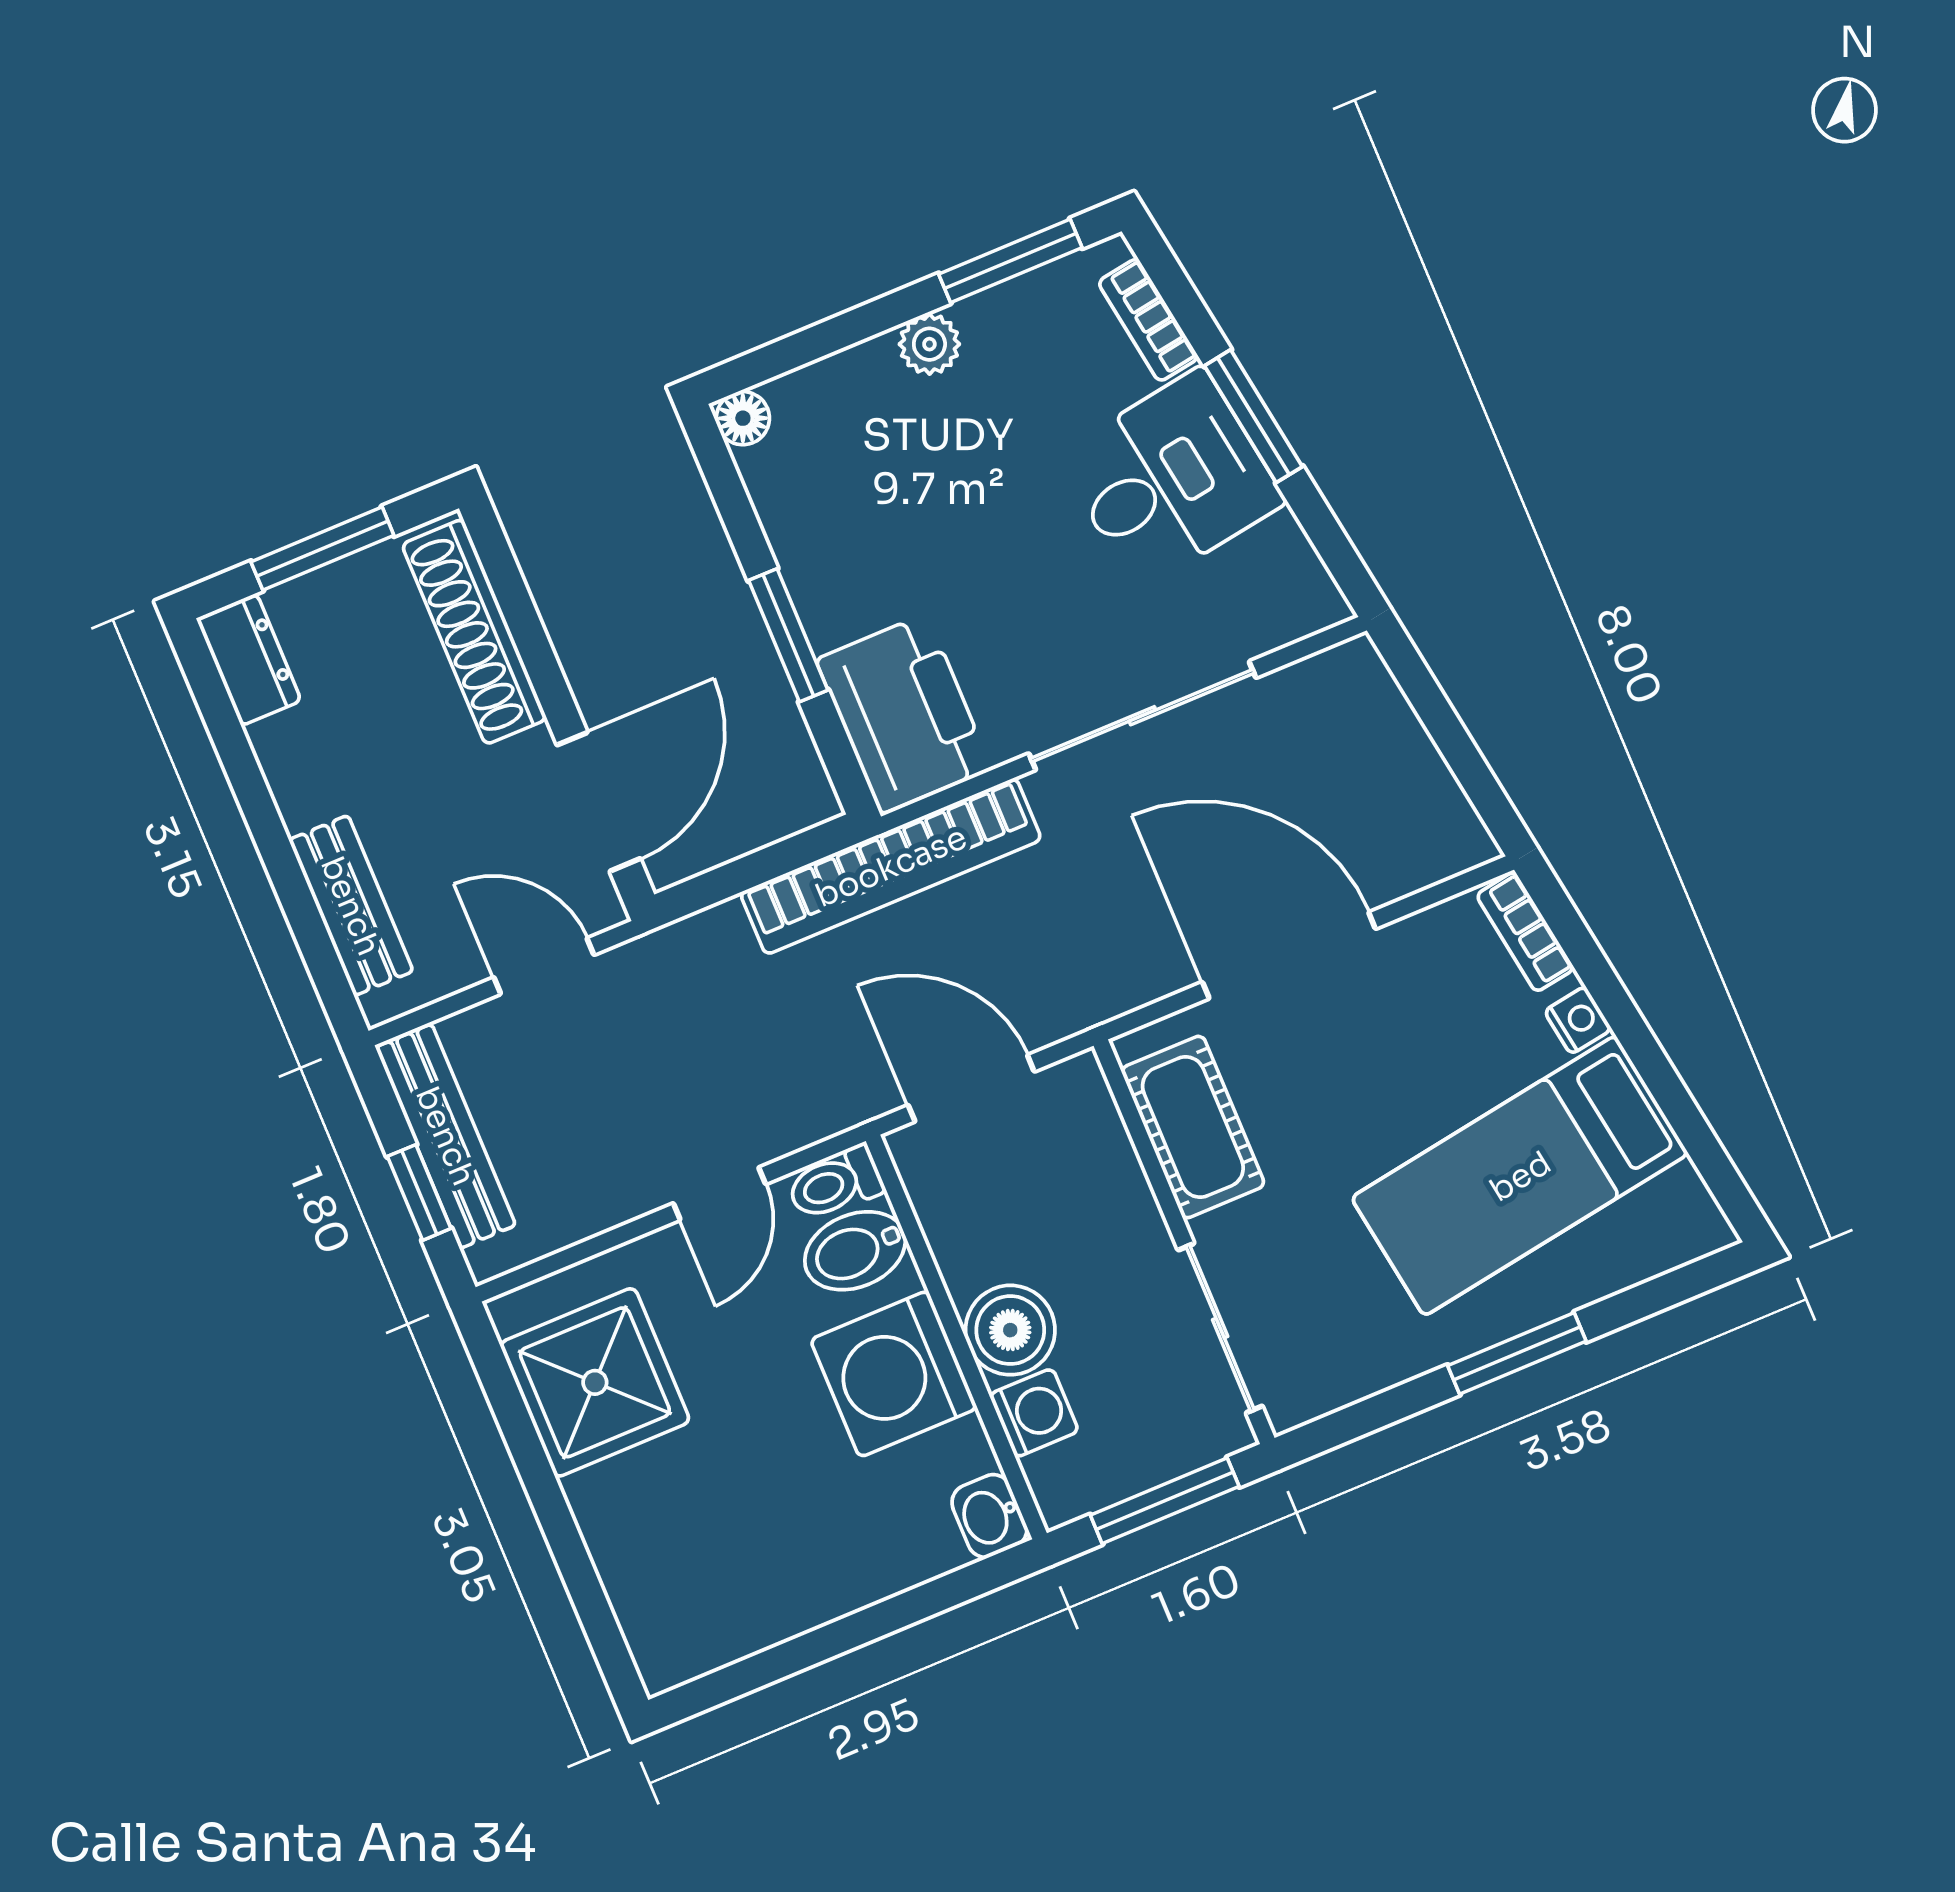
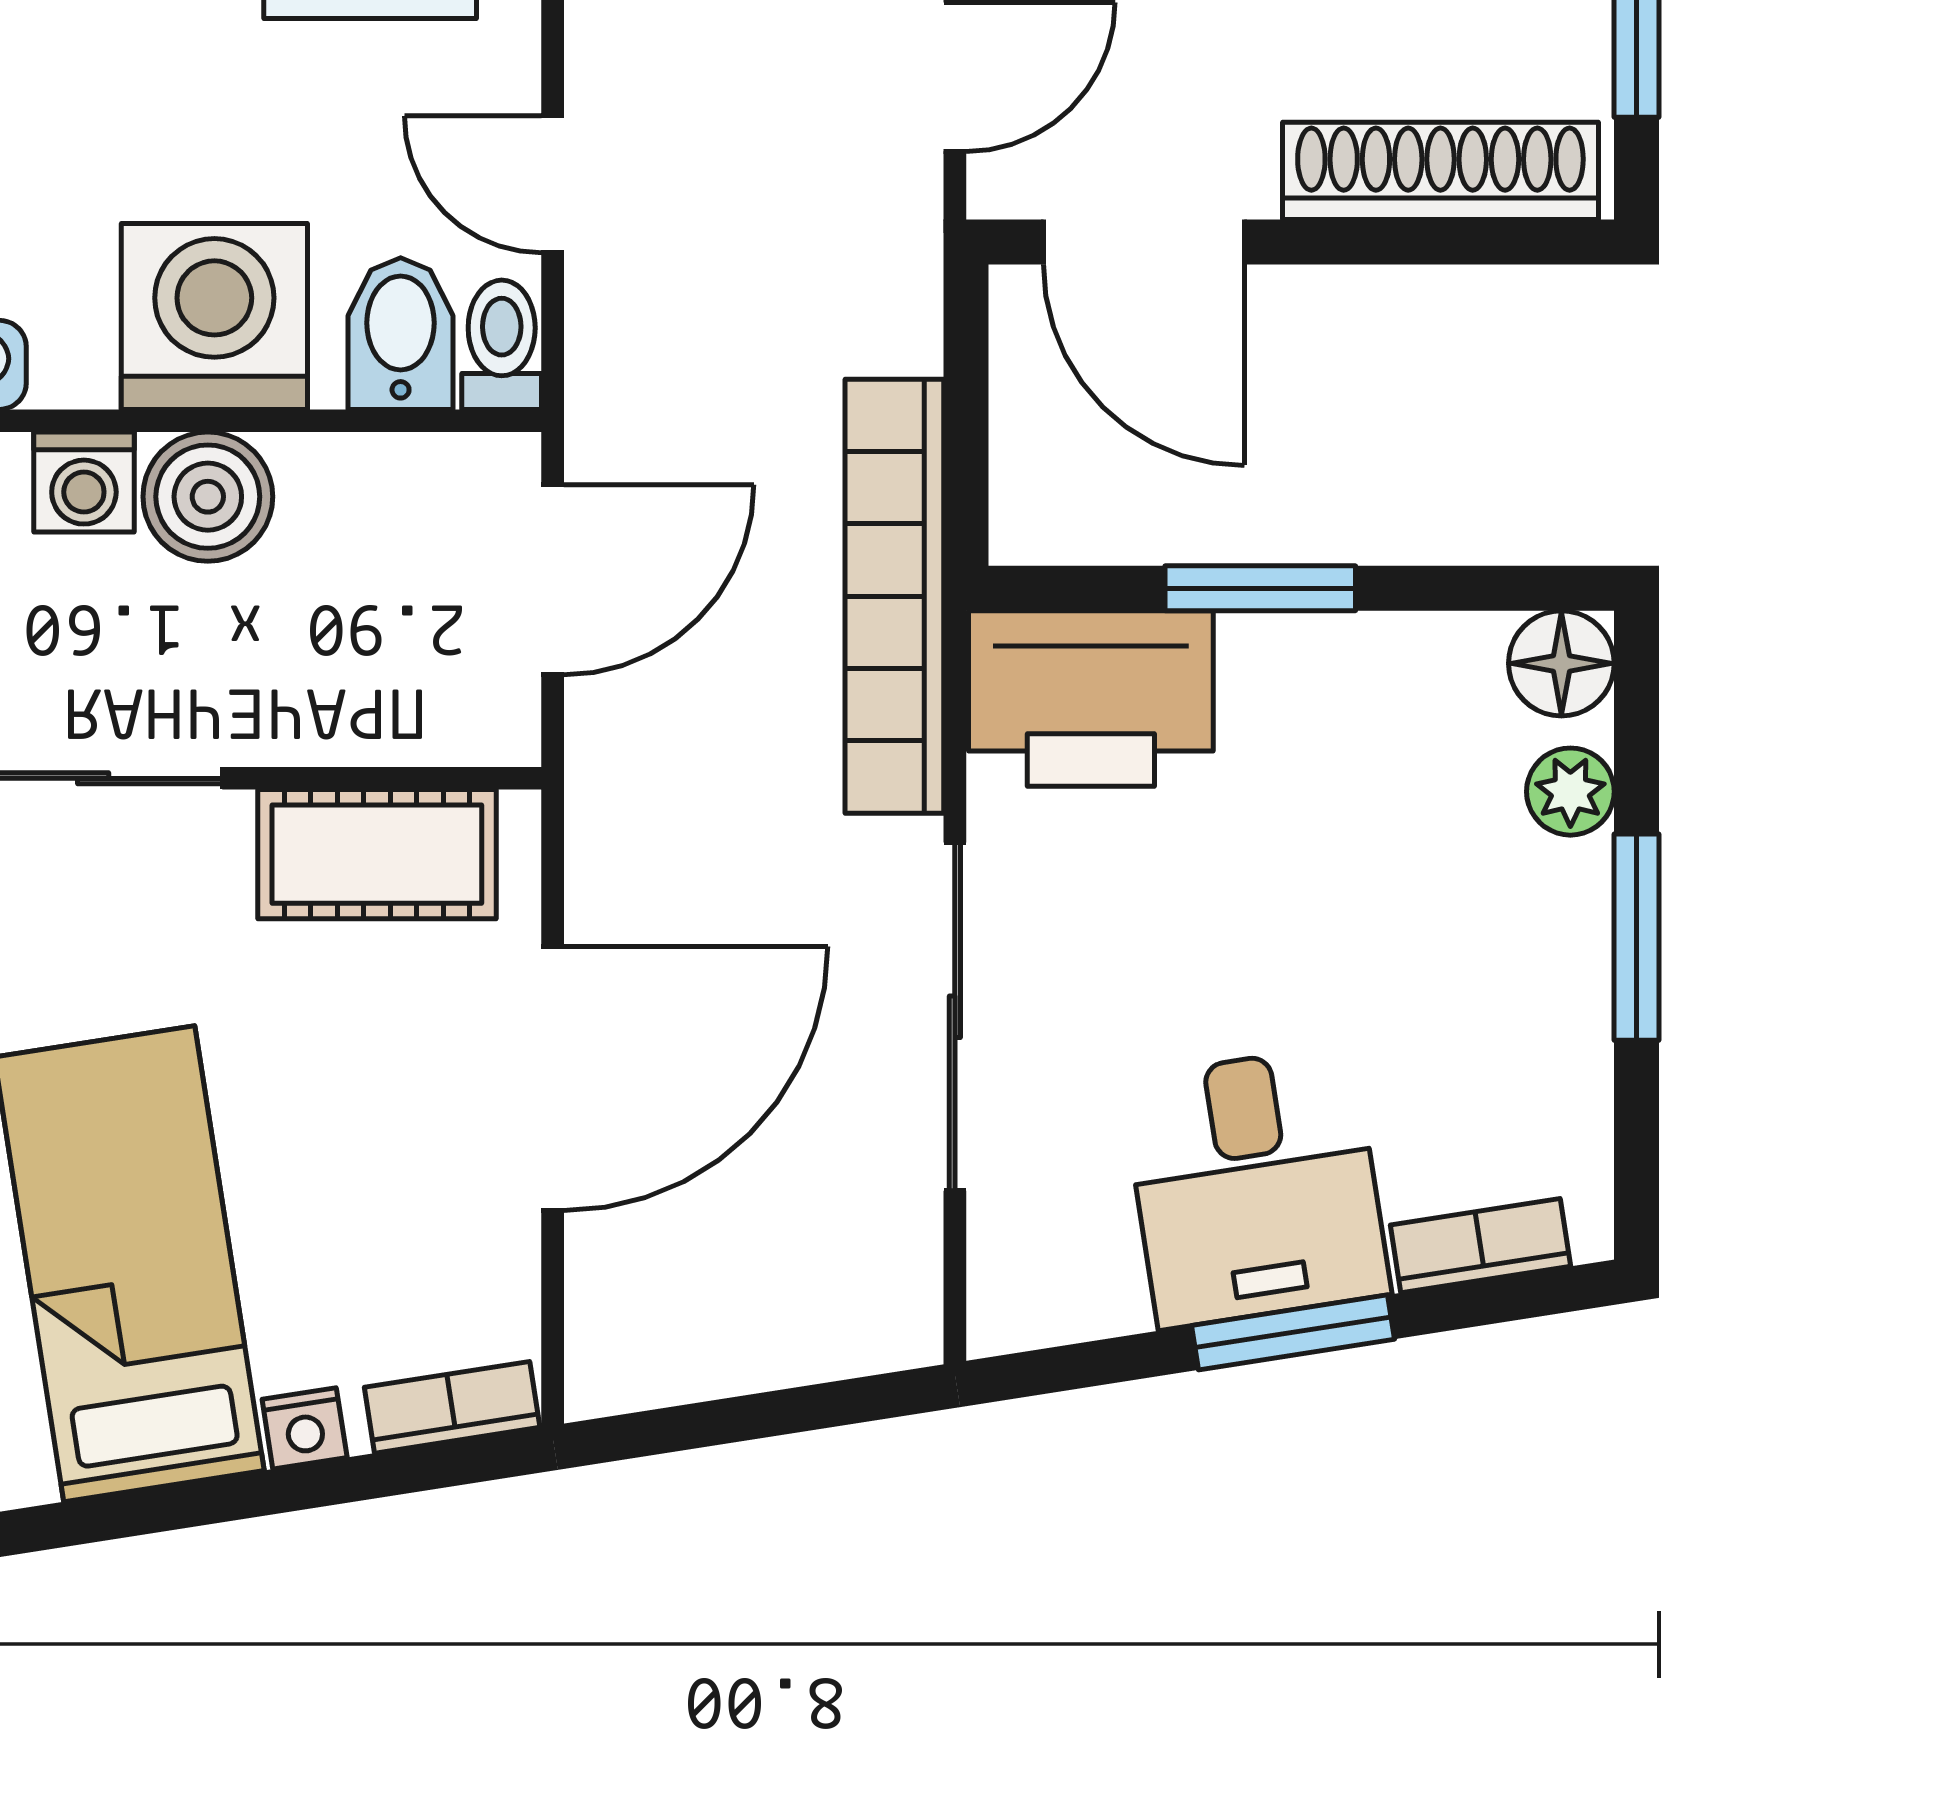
window: (1010, 261) -> (1636, 937), moved
plant: (929, 344) -> (1570, 792), moved
floor lamp: (743, 418) -> (1561, 663), width x1.37, depth x1.37

